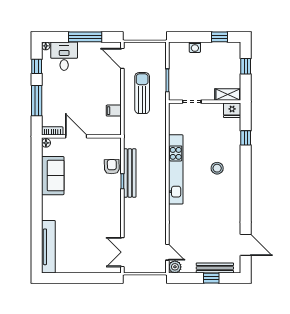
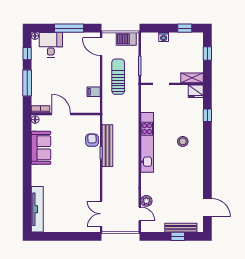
barbecue: (152, 49) -> (126, 39), added
plant: (175, 267) -> (146, 201), moved

